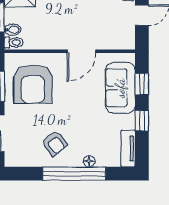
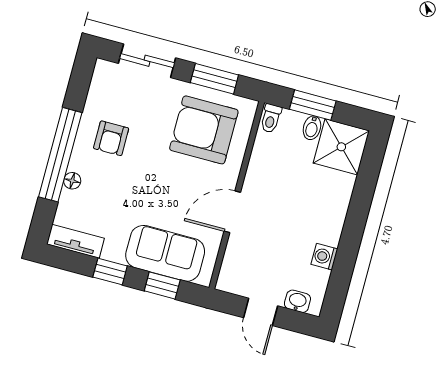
bidet: (13, 30) -> (312, 128), moved
door: (81, 51) -> (232, 212), hinge flipped
armchair: (55, 143) -> (111, 138), turned -52

